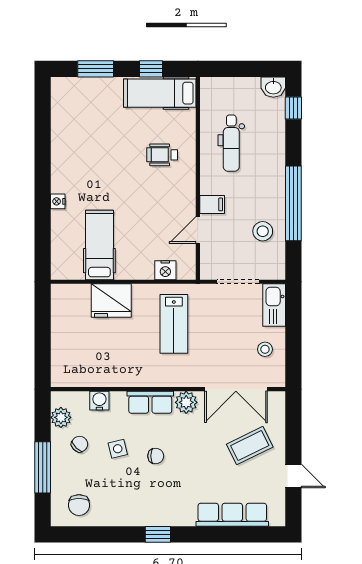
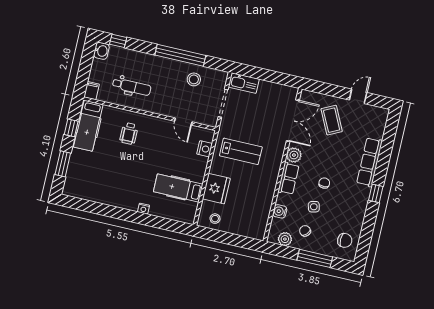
filing cabinet: (212, 204) -> (91, 91), moved
stool: (265, 349) -> (215, 219), moved
row of seats: (232, 515) -> (370, 162), moved

